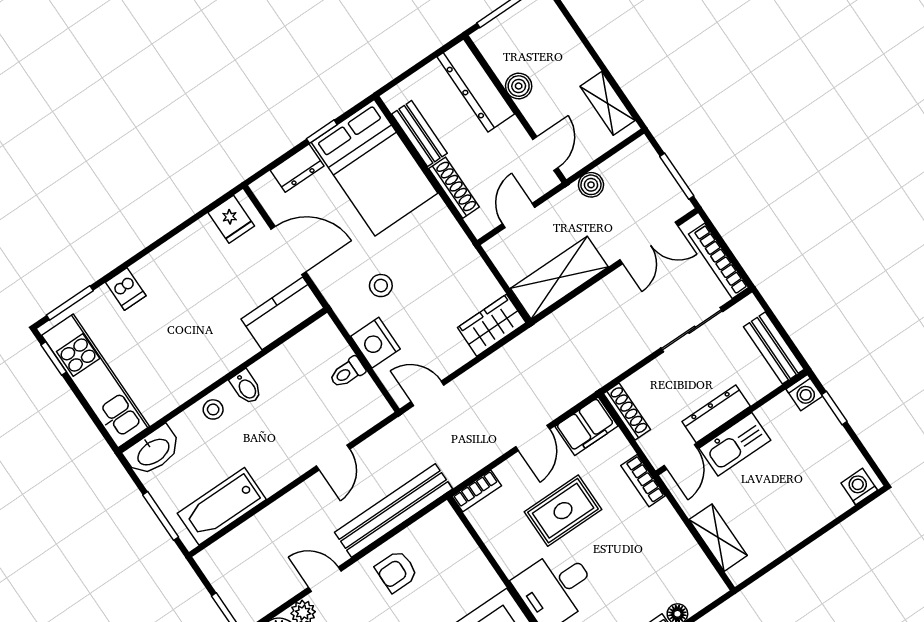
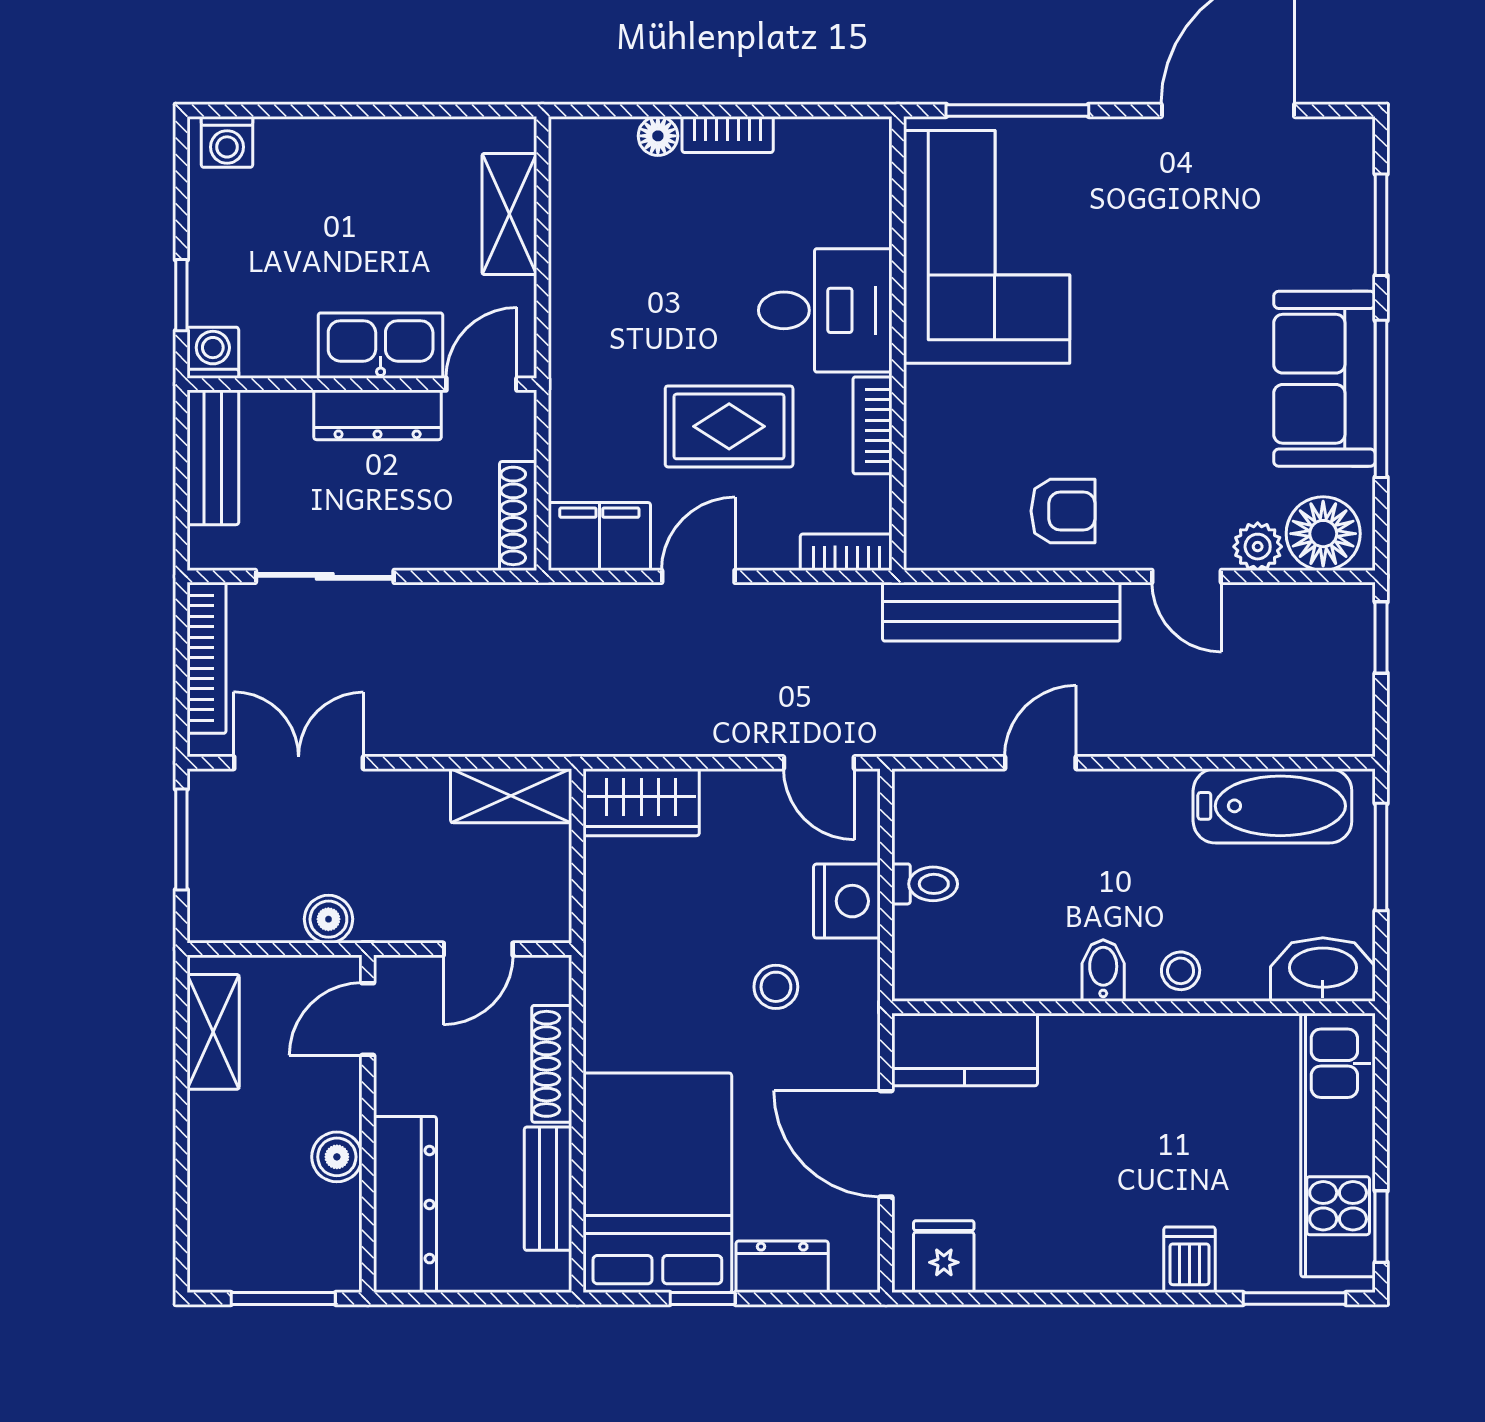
shelving: (559, 278) -> (511, 796), width x0.67, depth x0.75
bookcase: (643, 481) -> (872, 425), moved, turned 180

